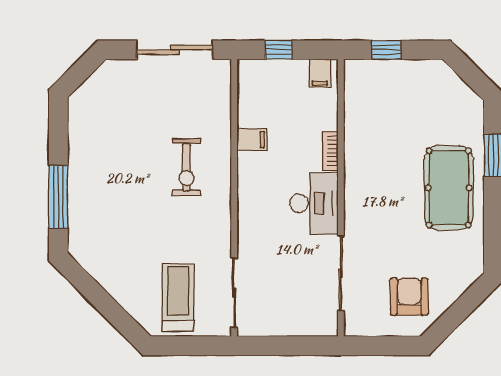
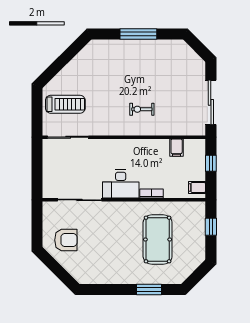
filing cabinet: (252, 139) -> (177, 148), moved
exercise bike: (186, 167) -> (142, 109), width x0.73, depth x0.72
pool table: (449, 188) -> (158, 239), moved, turned 90
window: (58, 197) -> (138, 34), moved

